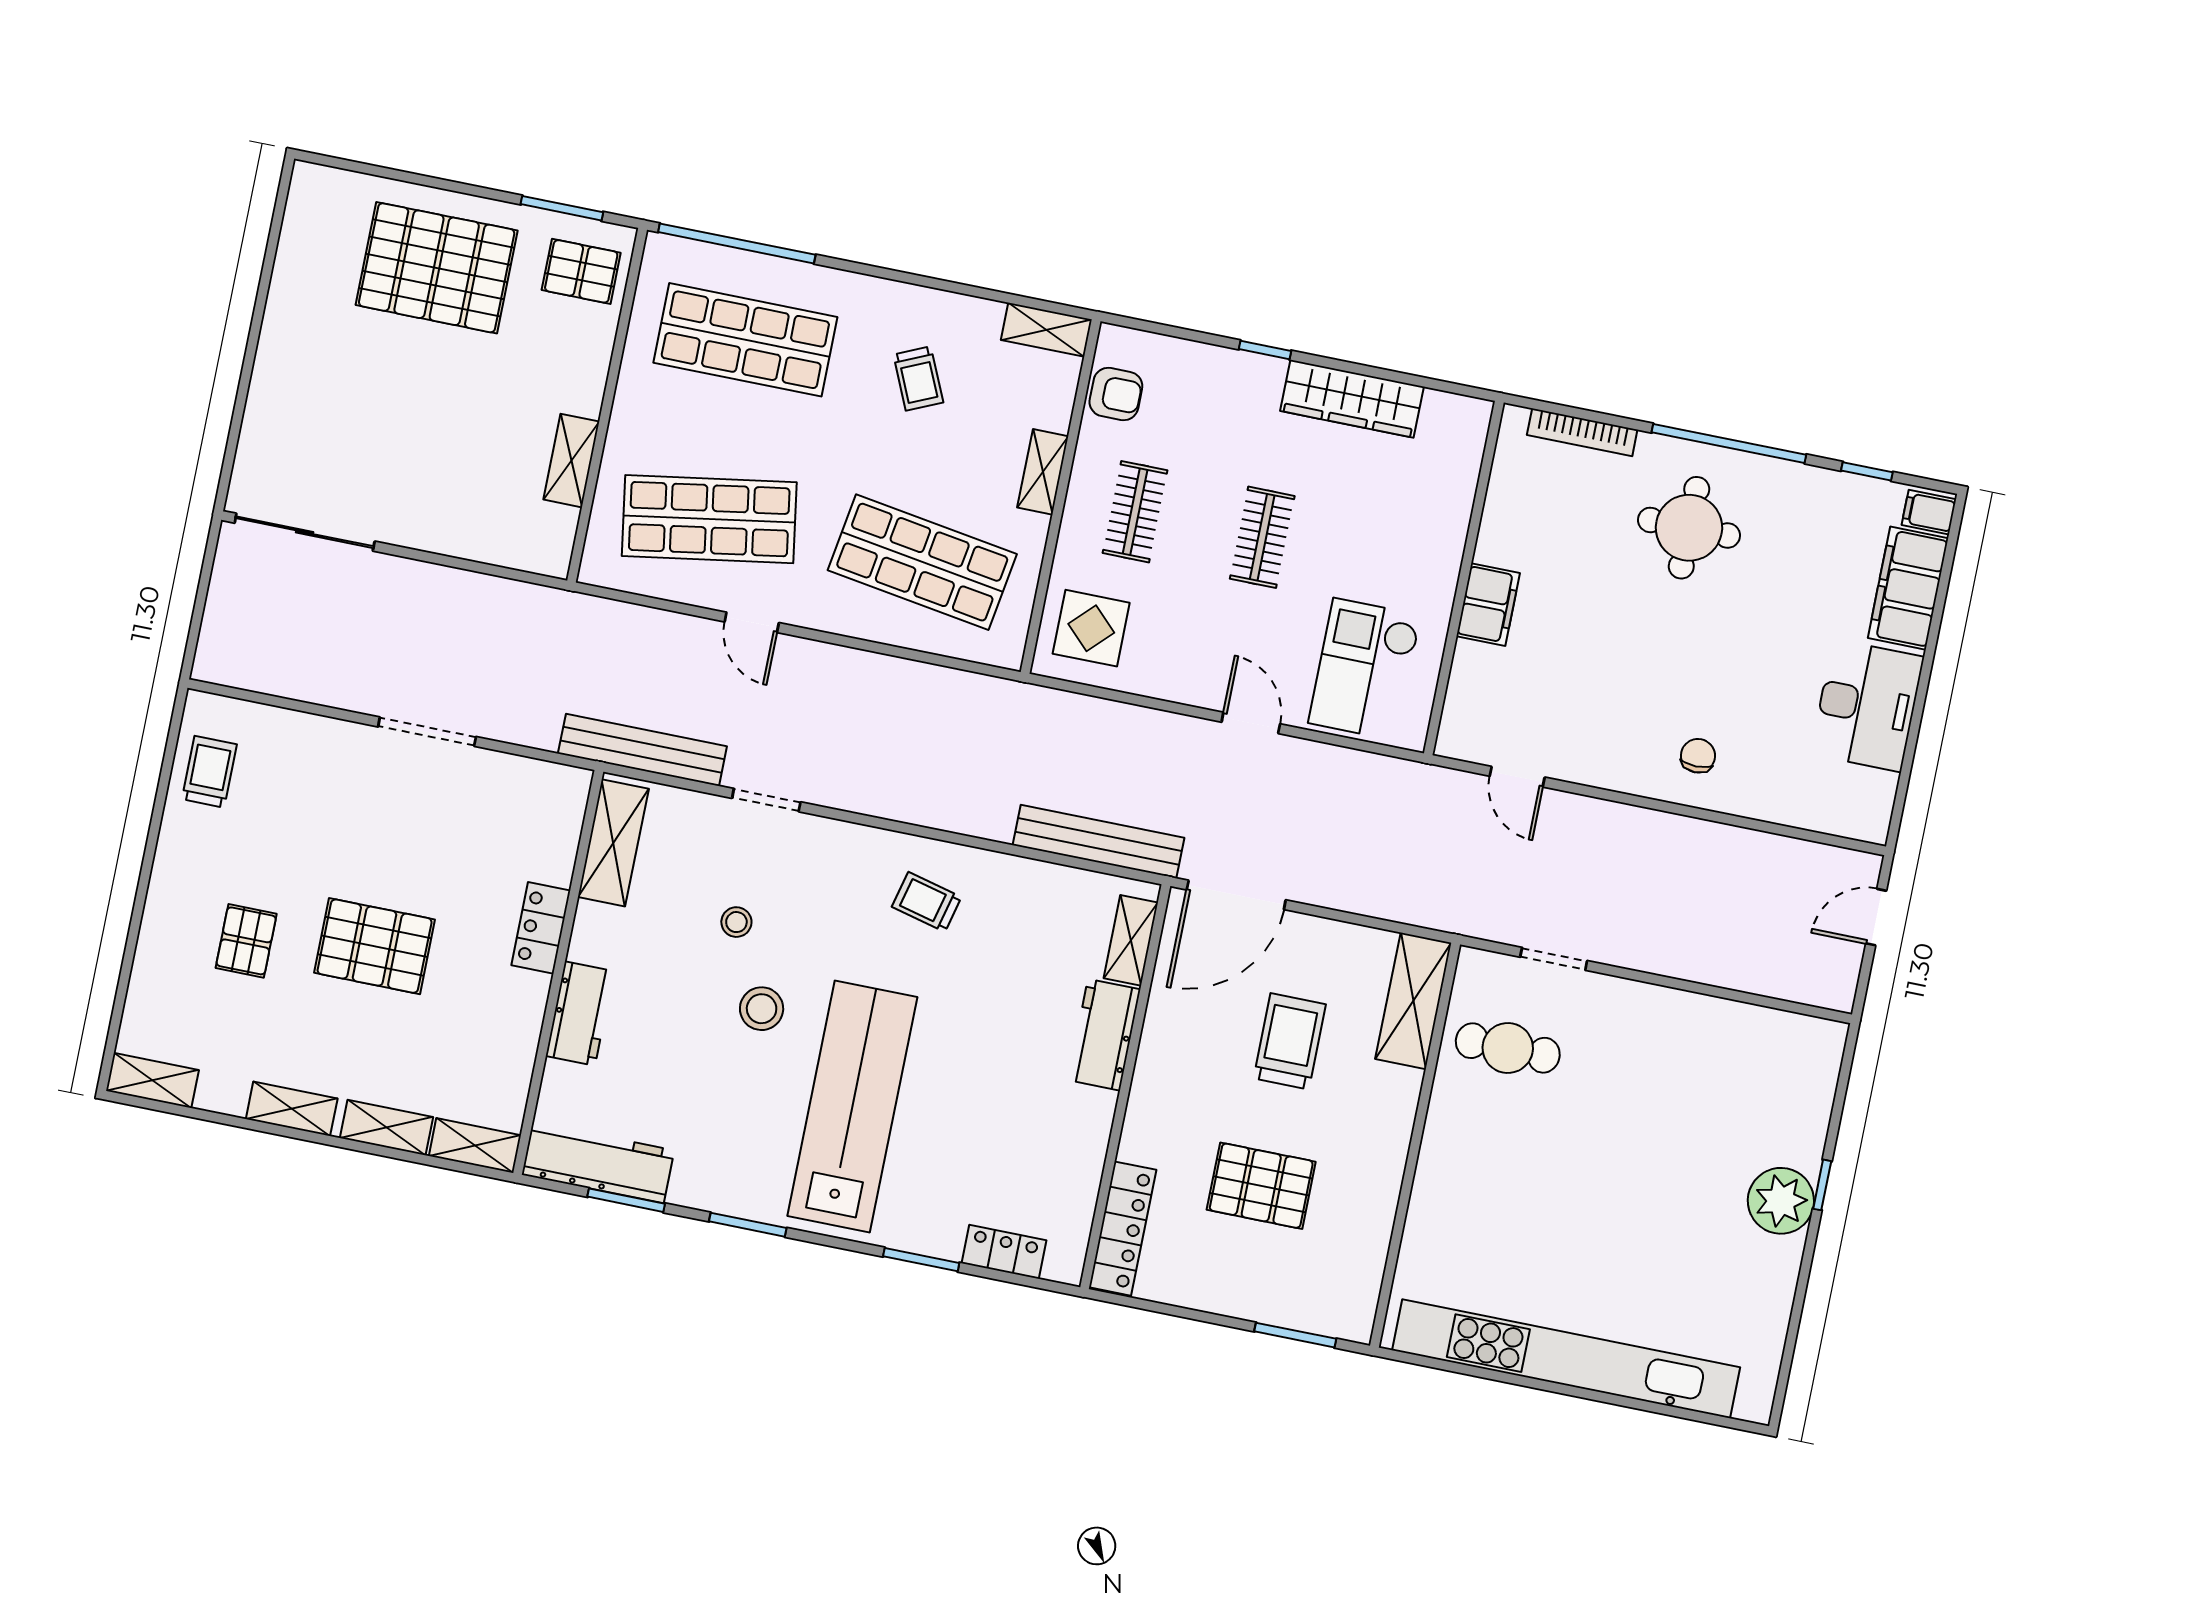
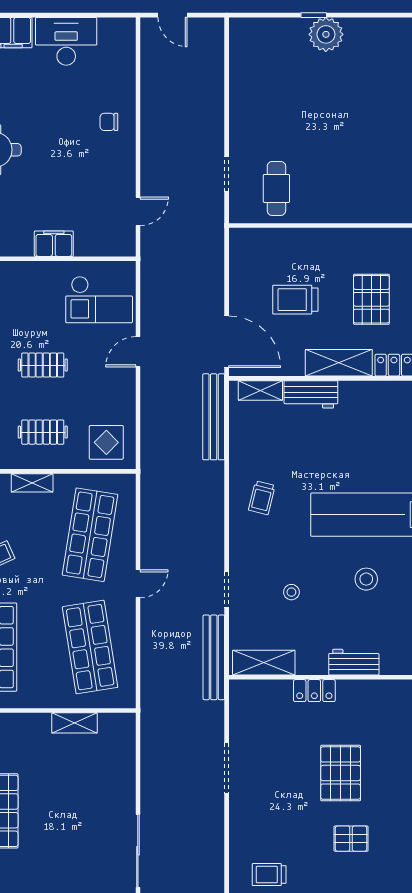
door: (752, 622) -> (138, 584), moved
shelving: (1413, 1001) -> (339, 363), moved
stool: (762, 1009) -> (366, 579), moved

